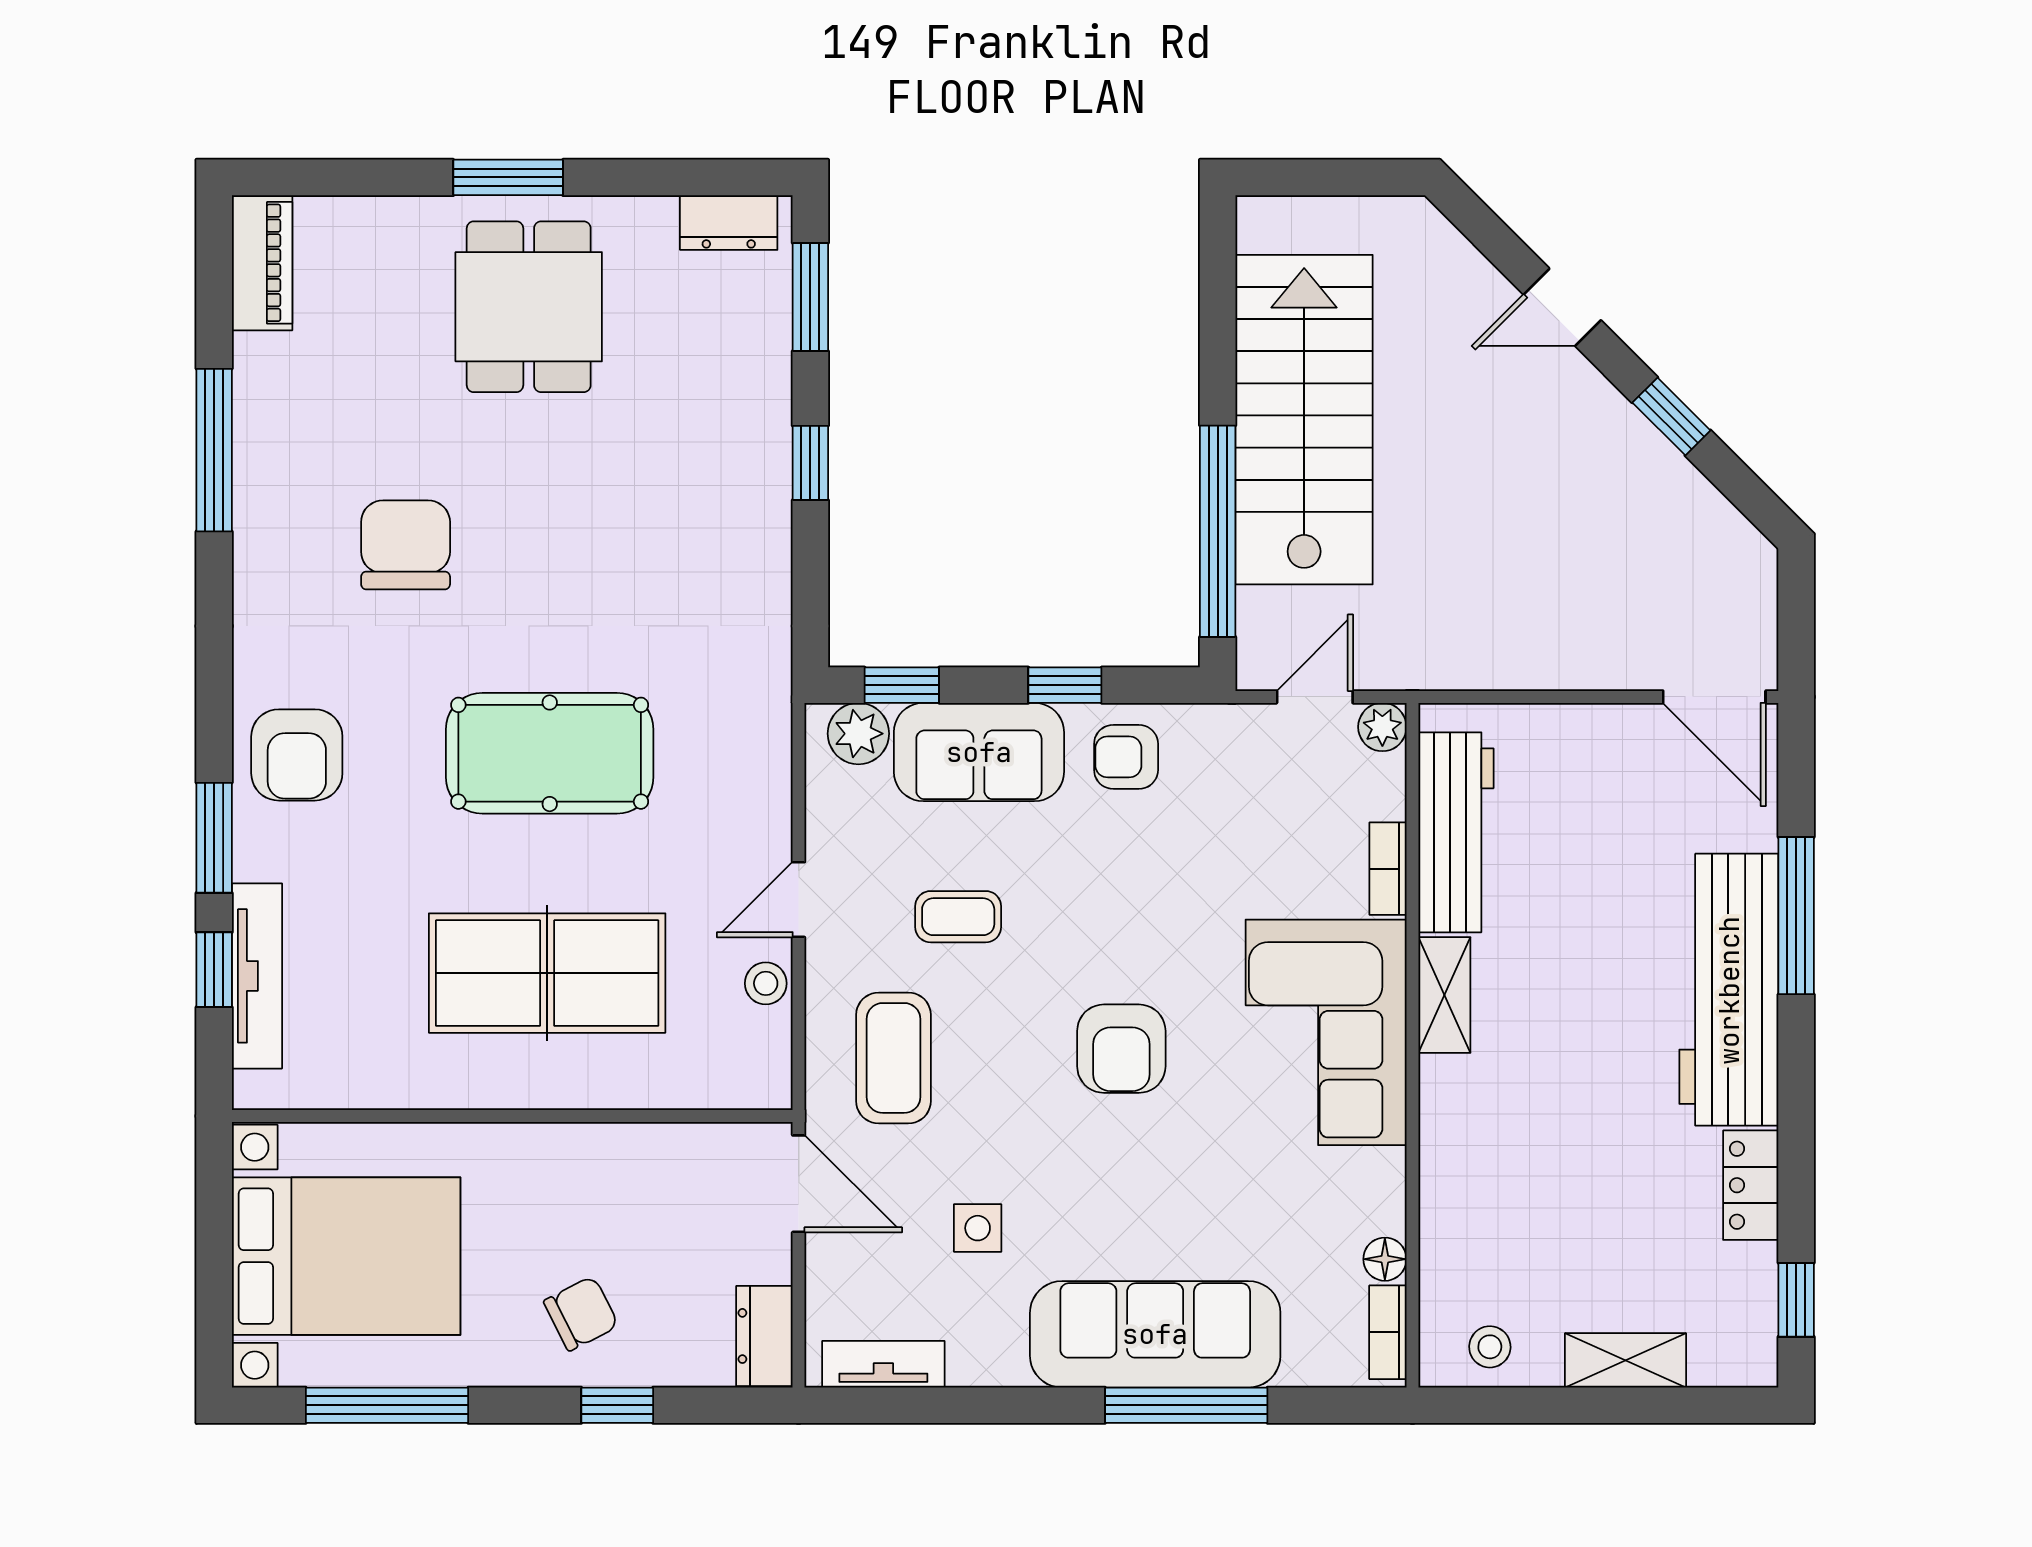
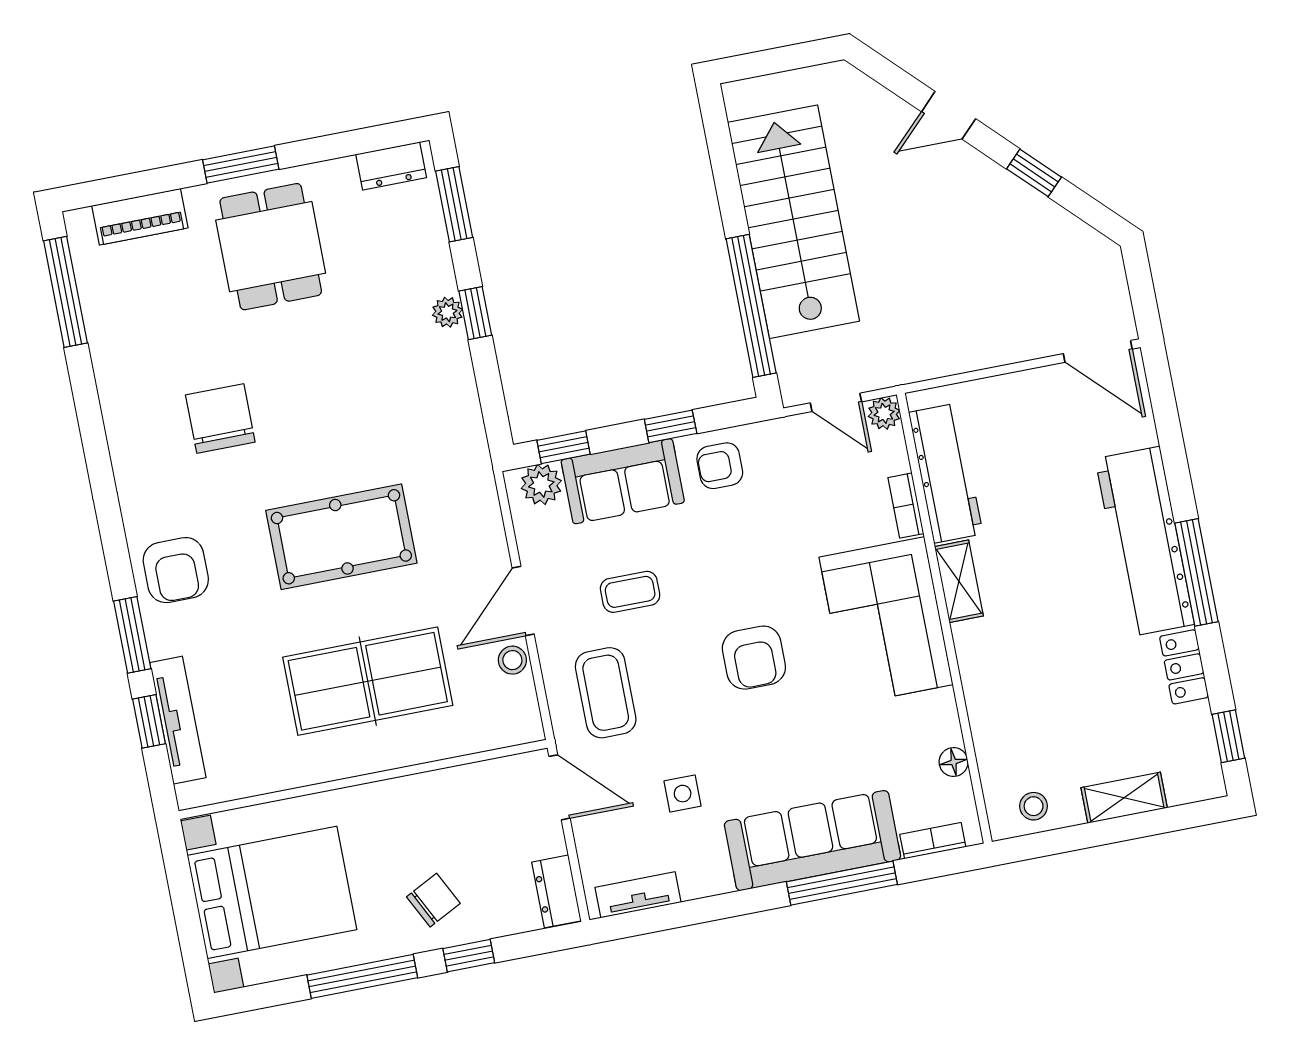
piano: (262, 263) -> (140, 217), moved, turned 90
window: (214, 450) -> (65, 292), moved
plant: (770, 454) -> (447, 312), added
door: (1315, 697) -> (836, 402), swing flipped
door: (799, 900) -> (523, 601), width x1.38
window: (1796, 916) -> (1197, 572), moved
bookcase: (1388, 1332) -> (933, 841), moved, turned 90
window: (387, 1405) -> (362, 976), moved

